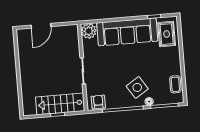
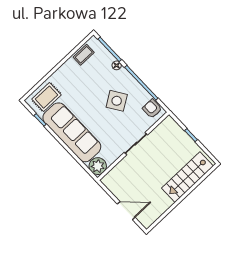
side table: (137, 87) -> (117, 101), moved
armchair: (98, 102) -> (152, 109), turned 91
stairs: (60, 104) -> (188, 177), moved, turned 90

